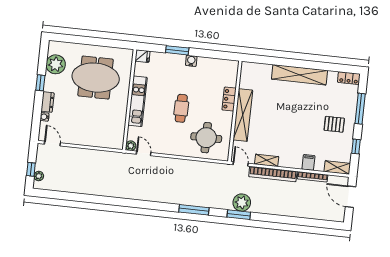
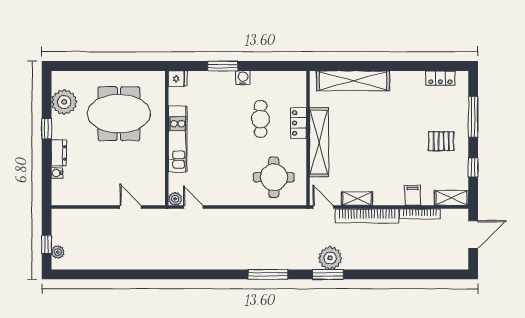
shelving: (299, 75) -> (353, 81), moved
locker: (349, 78) -> (440, 78), moved
cafe table: (181, 108) -> (260, 119), moved
door: (52, 143) -> (131, 207), moved
door: (351, 197) -> (473, 235), swing flipped

